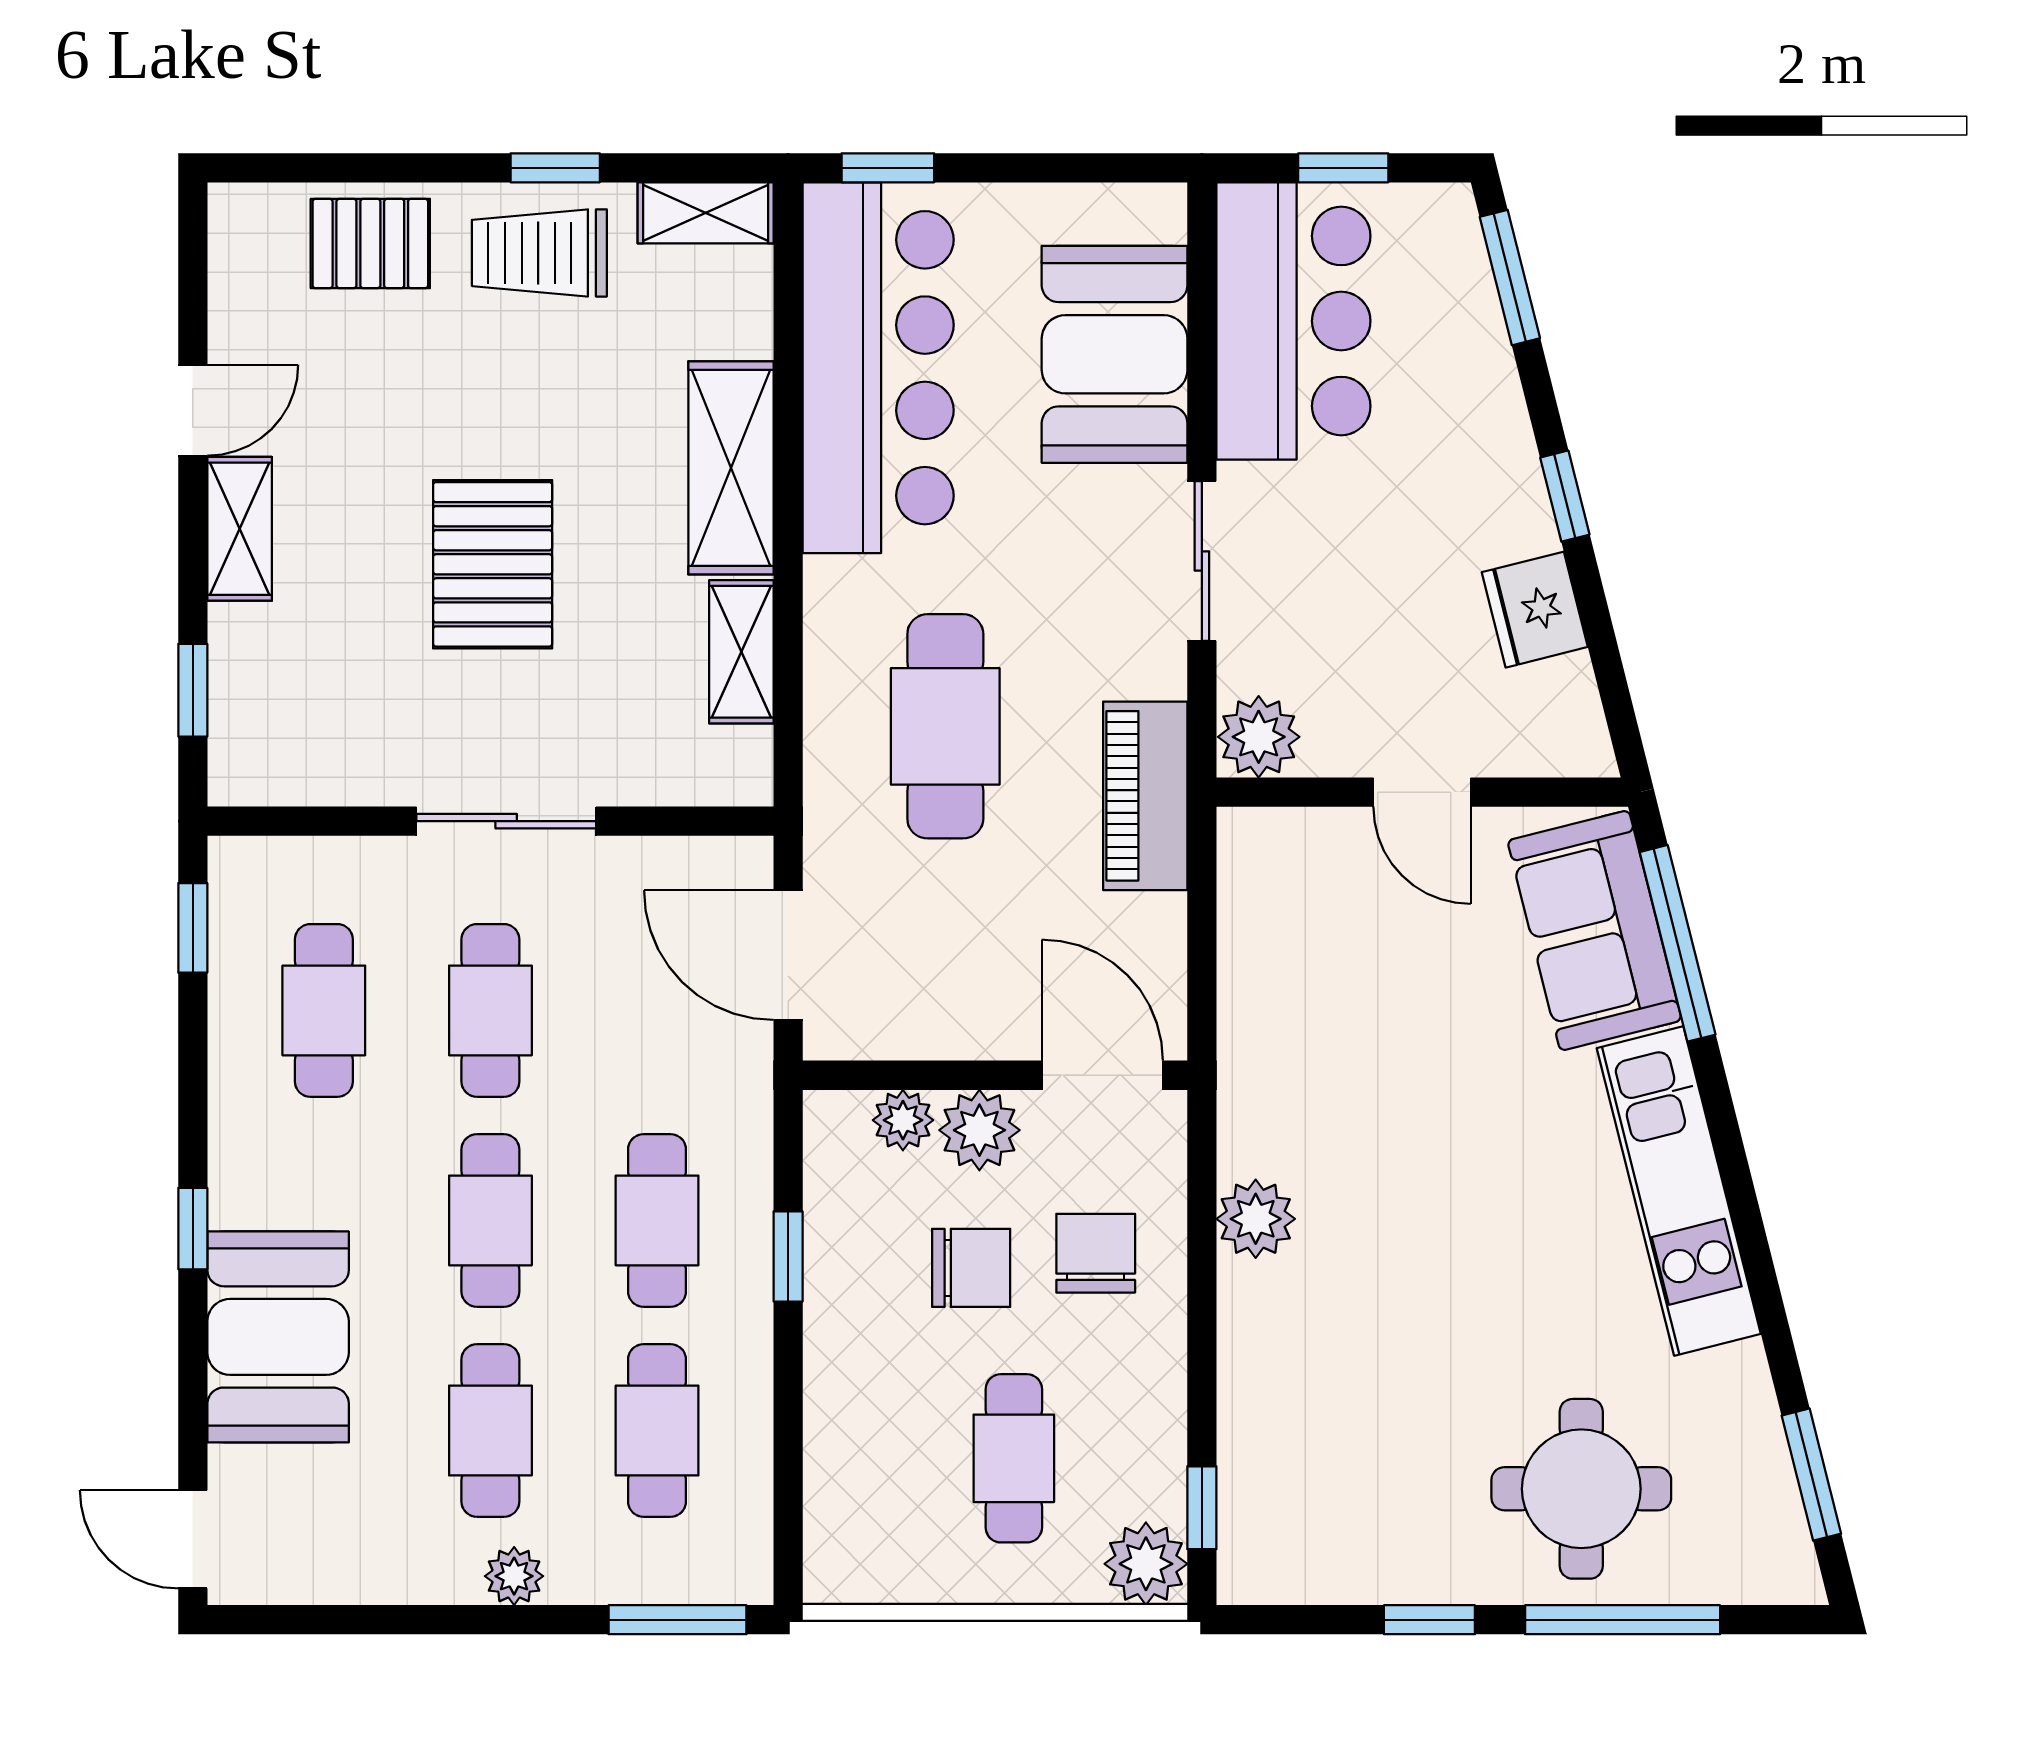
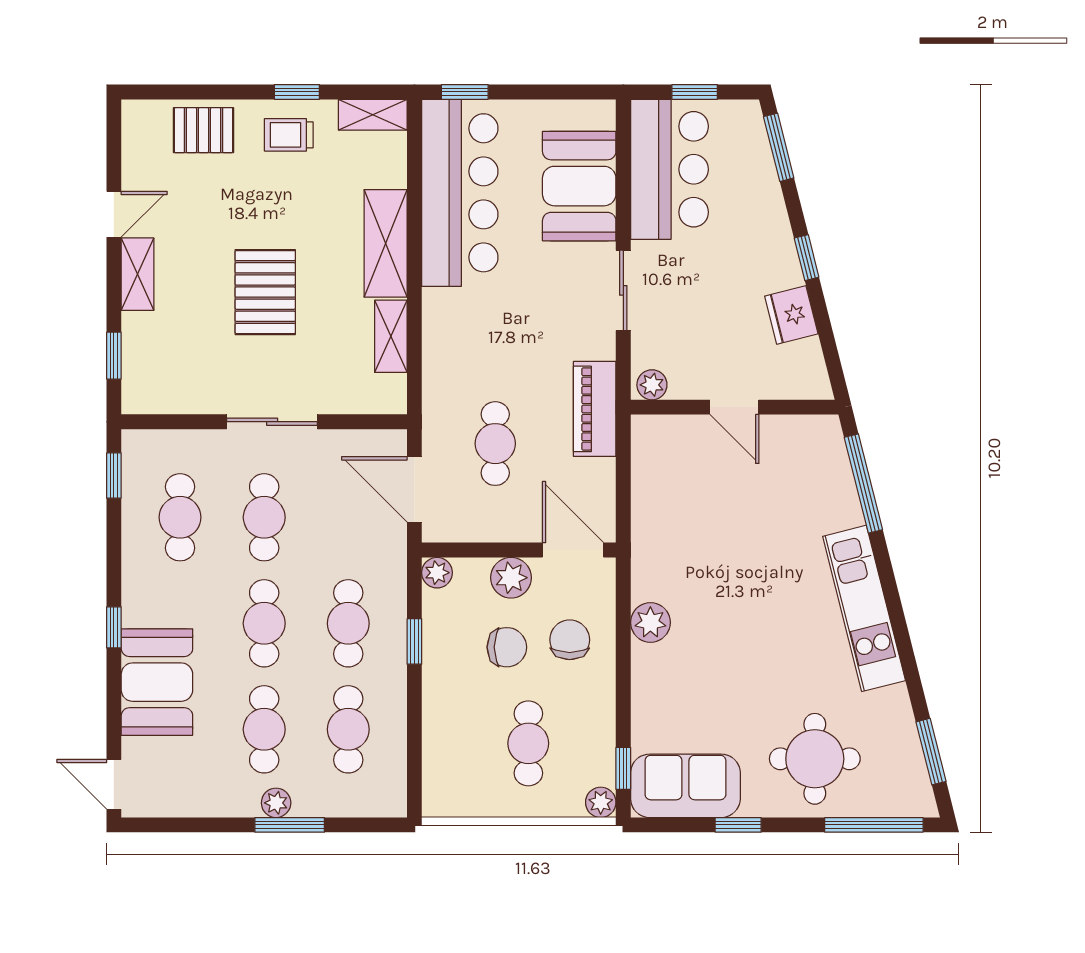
trolley: (539, 253) -> (289, 135), width x0.73, depth x0.72
cafe table: (945, 726) -> (495, 444), moved, width x0.73, depth x0.74
plant: (1259, 737) -> (652, 385), width x0.73, depth x0.73
sofa: (1595, 930) -> (685, 786), moved, turned 104
plant: (903, 1120) -> (437, 573), moved
plant: (1146, 1564) -> (601, 802), width x0.73, depth x0.73
window: (677, 1620) -> (290, 825), moved
window: (1623, 1620) -> (874, 825), moved

